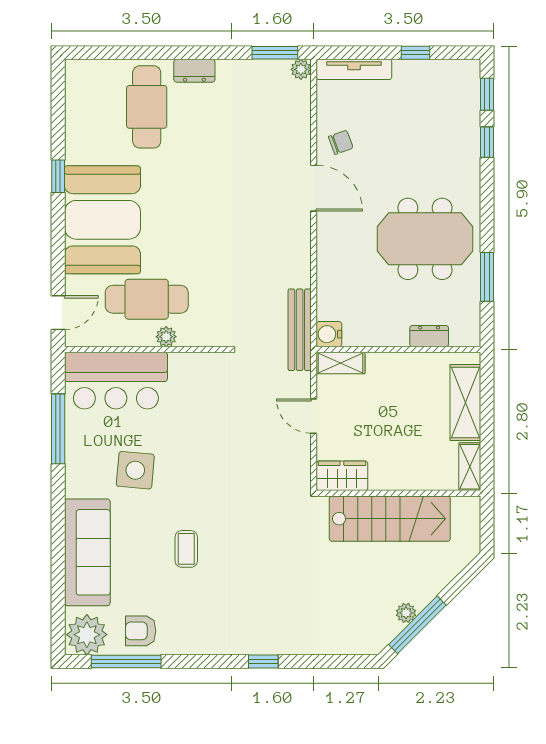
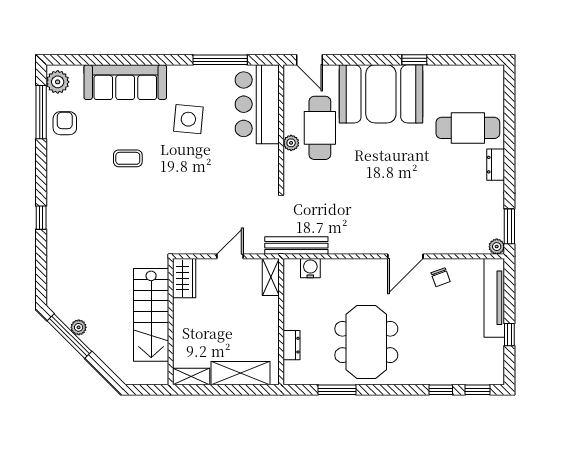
tv unit: (354, 69) -> (494, 298), width x1.36, depth x1.29
water cooler: (329, 334) -> (310, 268), moved
plant: (87, 635) -> (58, 82), width x0.73, depth x0.73

